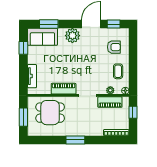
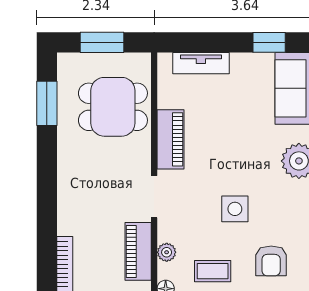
side table: (92, 62) -> (235, 209), added
dining table: (50, 113) -> (113, 107), turned 90
window: (75, 140) -> (47, 103), moved

